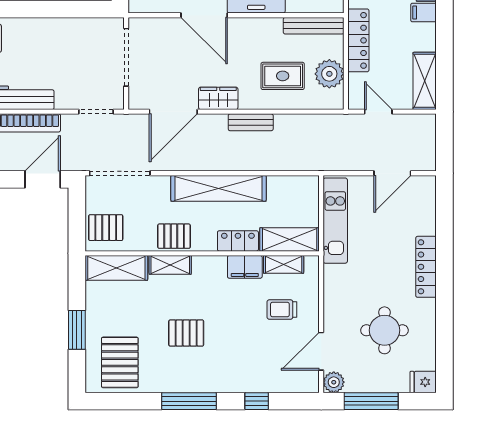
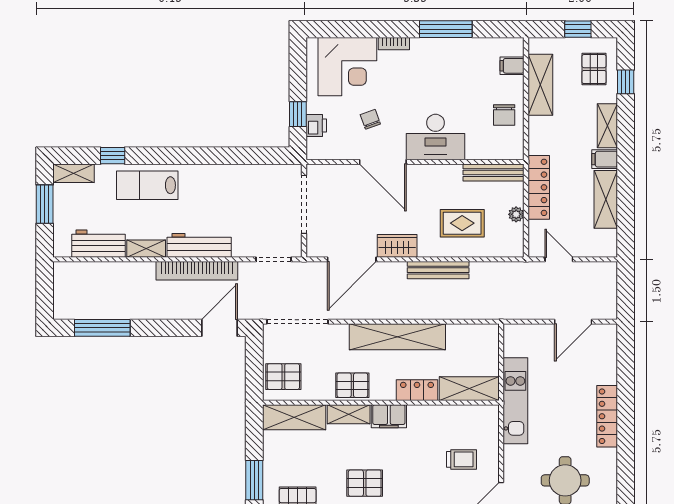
plant: (329, 74) -> (516, 214), width x0.53, depth x0.53
shelving: (425, 81) -> (606, 199), moved
bench: (251, 122) -> (438, 270), width x1.36
kitchen unit: (335, 221) -> (515, 401), moved
shelving: (284, 264) -> (463, 414), removed
filing cabinet: (245, 267) -> (389, 416), moved
trolley: (282, 310) -> (462, 459), turned 180

